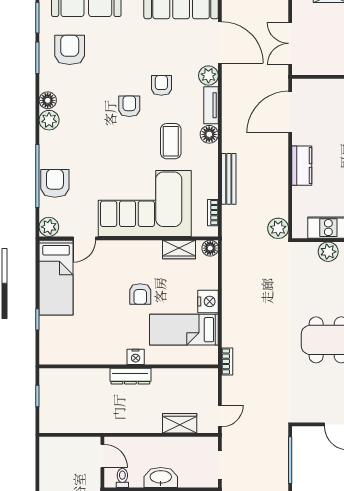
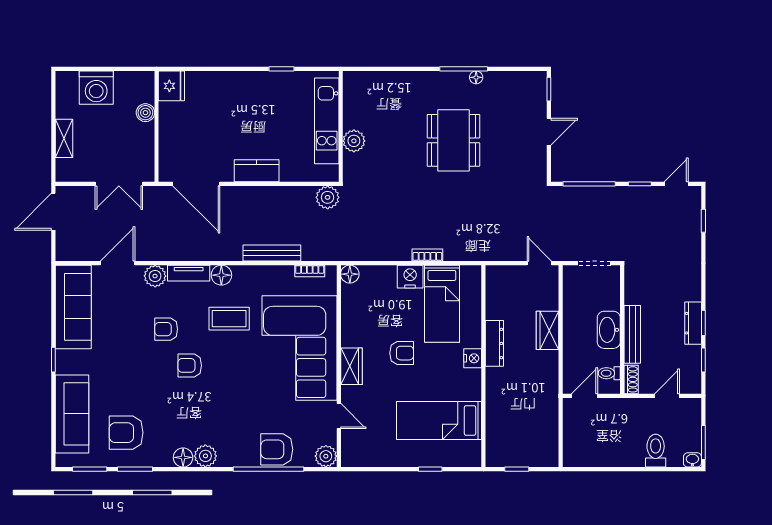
door: (220, 42) -> (118, 263), width x0.73
wardrobe: (179, 250) -> (351, 366), moved
bed: (56, 278) -> (439, 421), moved, turned 180
bookcase: (227, 361) -> (427, 255), moved
dresser: (130, 376) -> (494, 343), moved
wardrobe: (180, 423) -> (548, 330), moved

